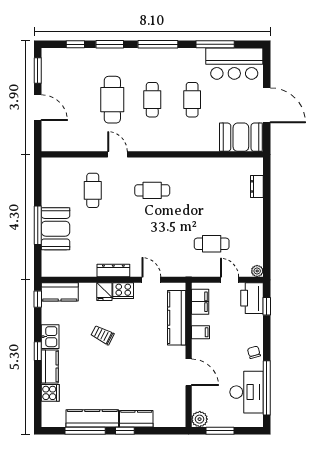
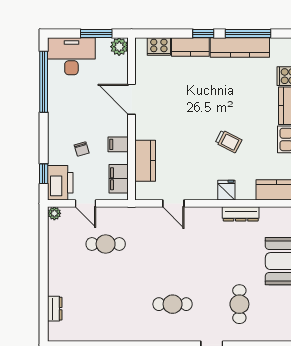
dresser: (113, 271) -> (241, 214), moved
cooker: (123, 291) -> (159, 47), moved, turned 180
kitchen counter: (177, 318) -> (145, 161), width x0.67
chair: (254, 352) -> (82, 149), moved
desk: (247, 392) -> (71, 56), moved, turned 90

